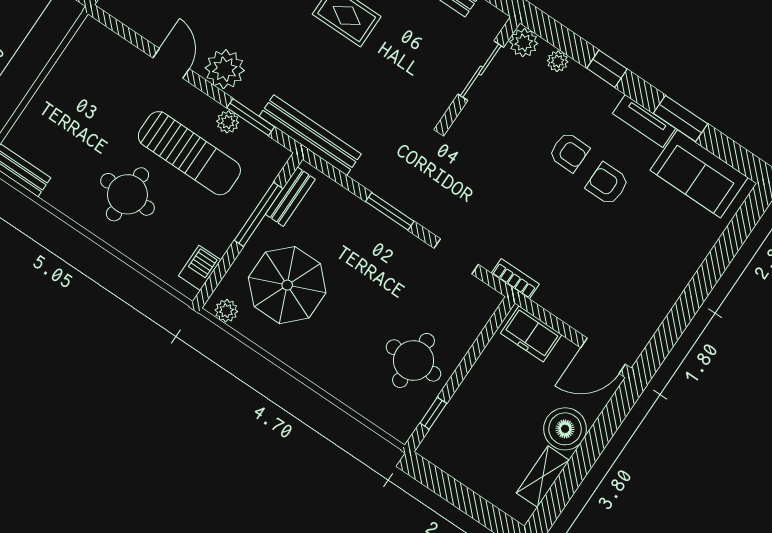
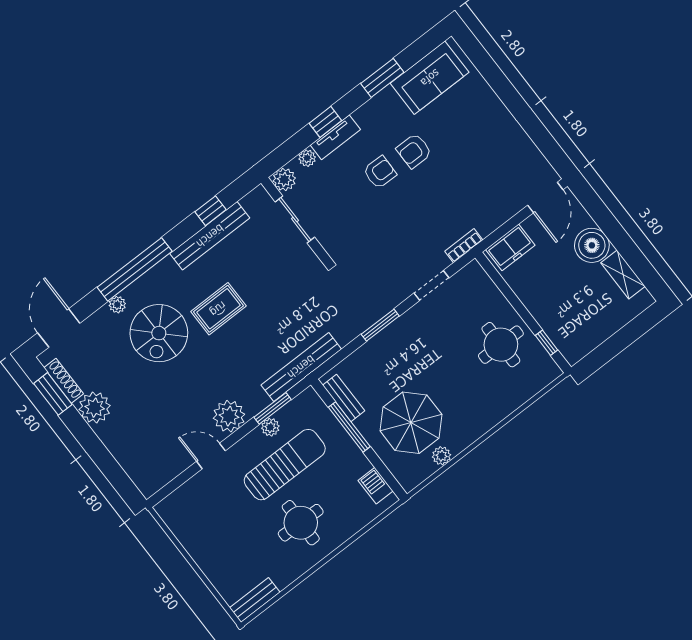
tv unit: (644, 121) -> (335, 137), moved
plant: (226, 311) -> (441, 456), moved

